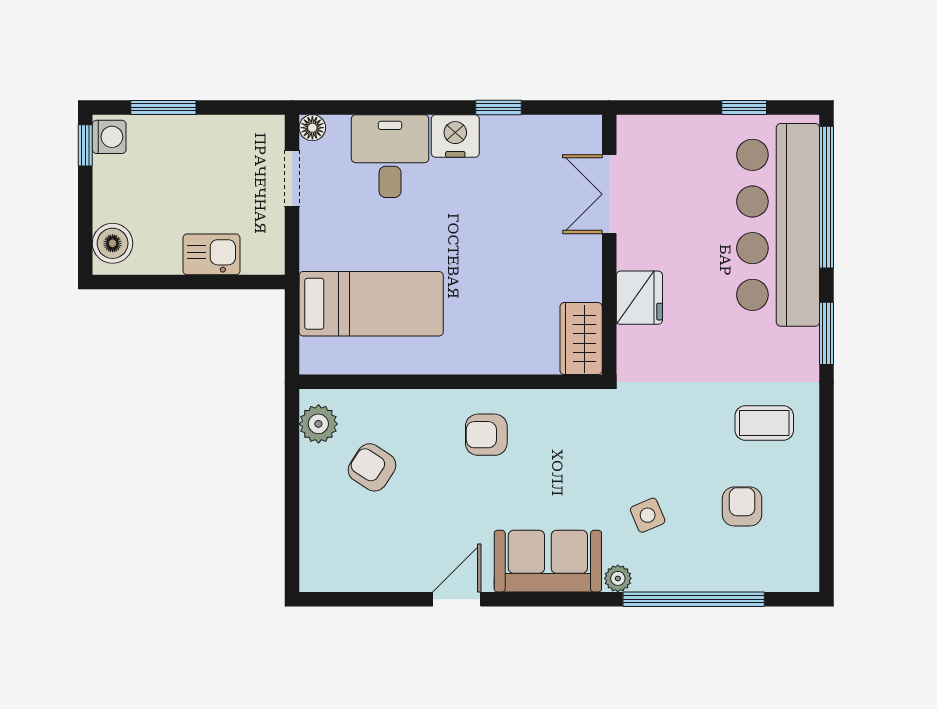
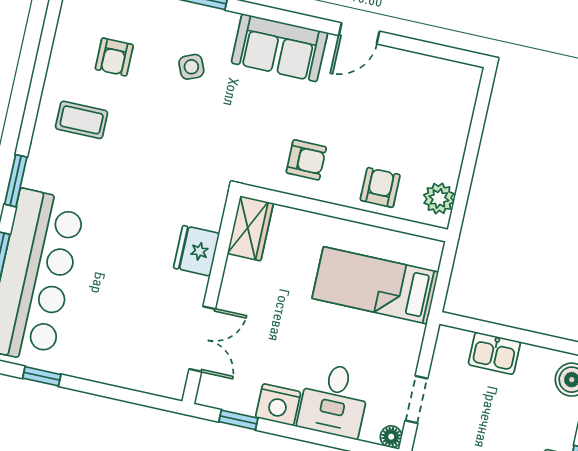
double door: (609, 194) -> (202, 339), moved
wall: (609, 245) -> (211, 299), moved
fridge: (639, 298) -> (197, 251), moved
wardrobe: (581, 339) -> (250, 228), moved
armchair: (372, 467) -> (380, 187), moved, turned -123
plant: (618, 578) -> (226, 21), removed

